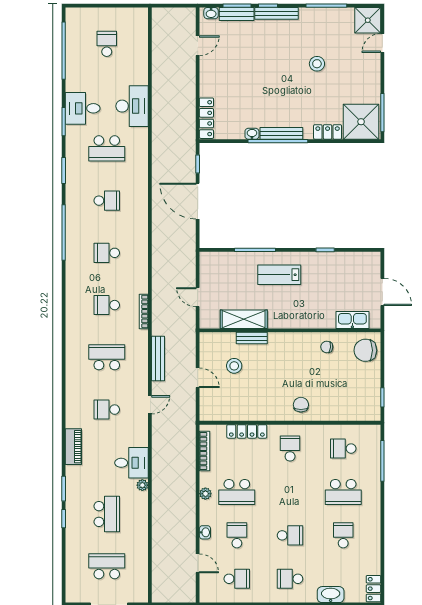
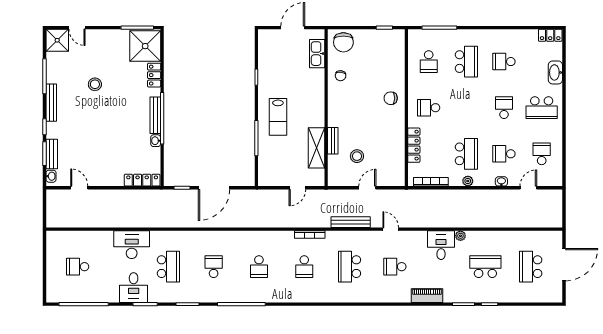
bench: (277, 13) -> (51, 103), moved
school desk: (107, 410) -> (395, 267), turned 90
school desk: (290, 579) -> (542, 108), width x1.85

